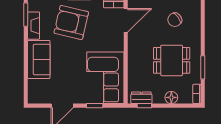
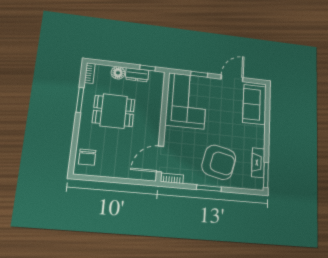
chair: (175, 20) -> (87, 157), moved, turned 126
sofa: (39, 60) -> (255, 105), moved
dresser: (141, 98) -> (137, 75), moved

